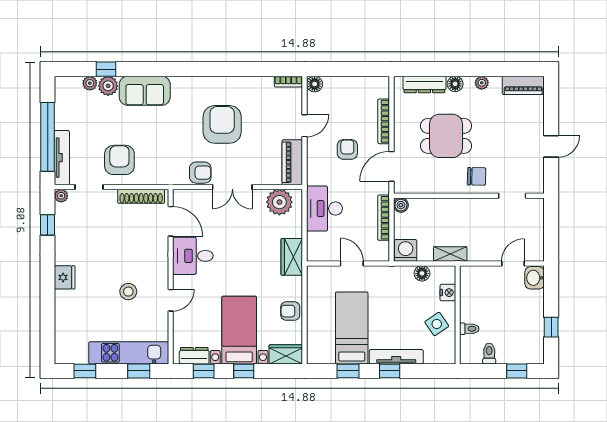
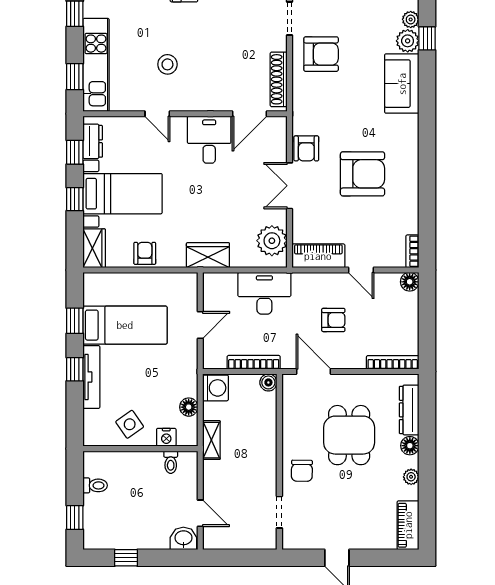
bookcase: (384, 121) -> (393, 362), moved
toilet: (469, 329) -> (171, 462), moved

